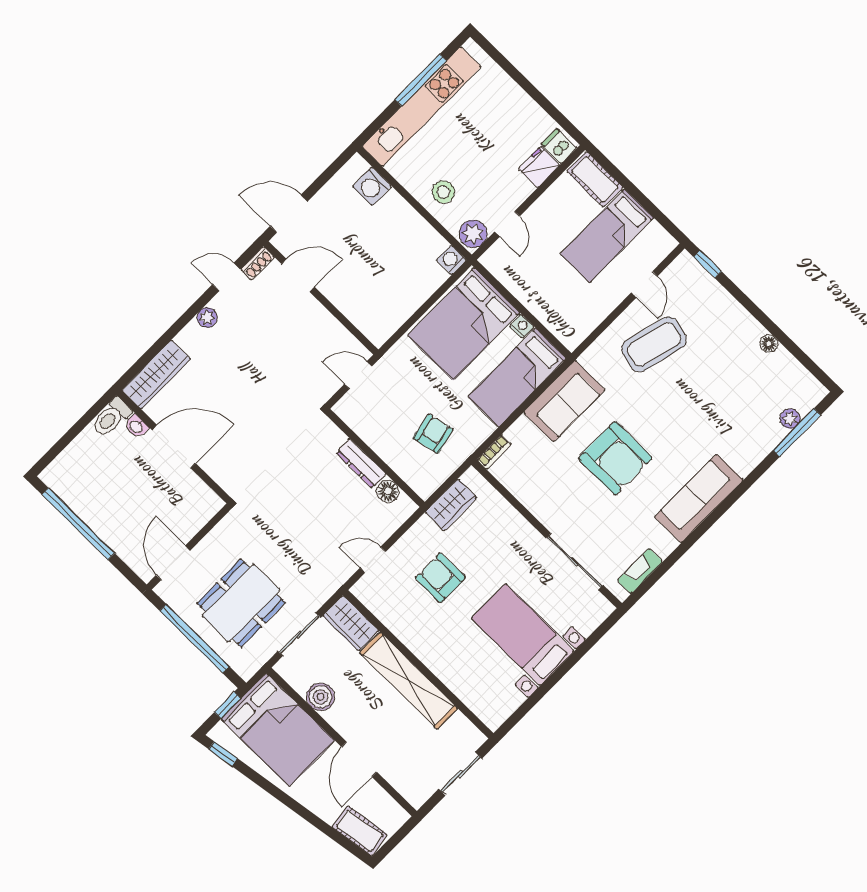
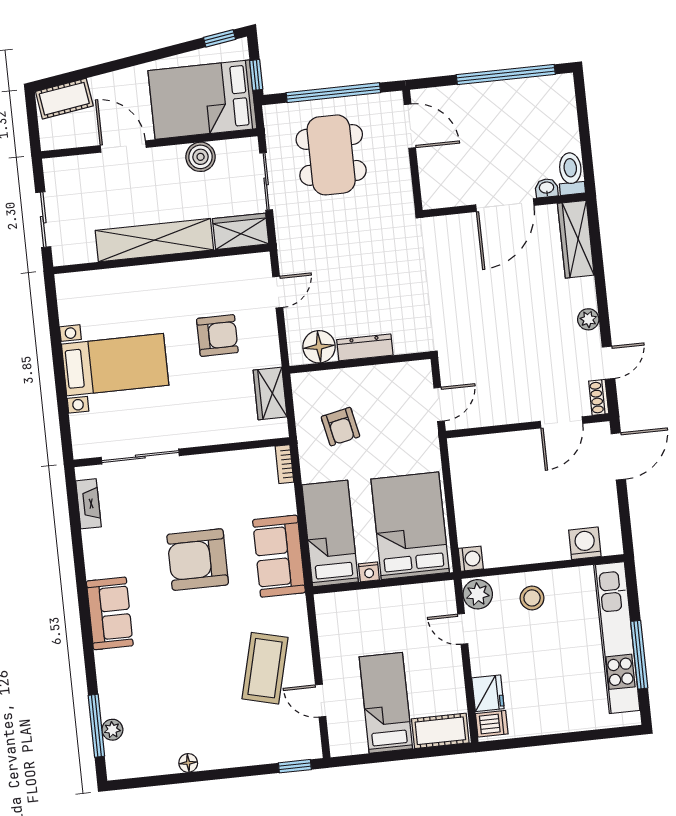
floor lamp: (388, 491) -> (319, 347), width x1.38, depth x1.38
sofa: (699, 498) -> (110, 613), width x0.73

